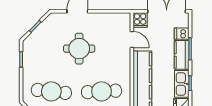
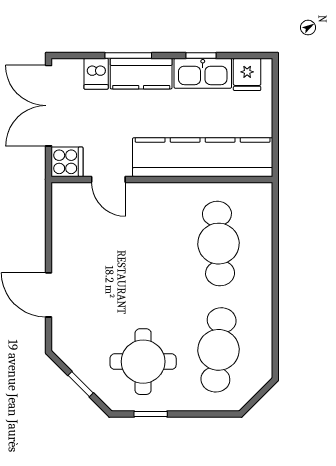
door: (132, 39) -> (108, 179), swing flipped
round table: (79, 49) -> (143, 362), moved

